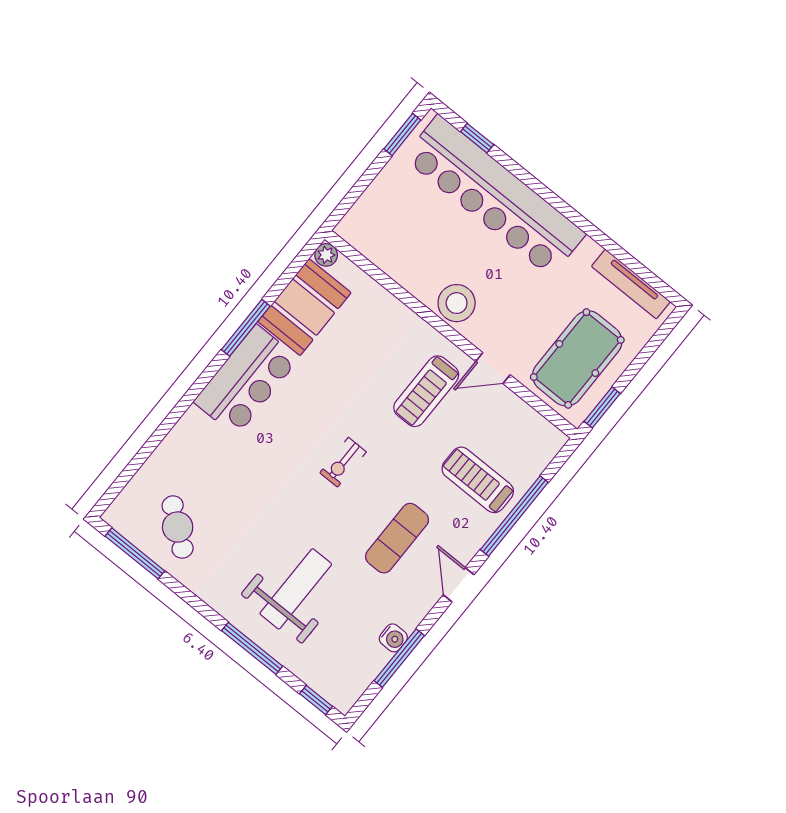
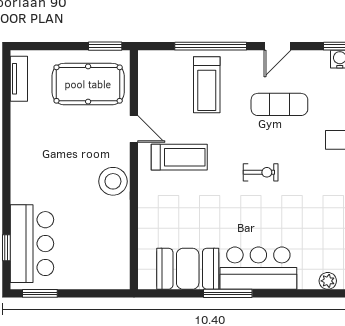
bar counter: (494, 196) -> (32, 244), width x0.54
plant: (326, 255) -> (328, 281), moved
tv unit: (631, 284) -> (19, 79), width x0.71

